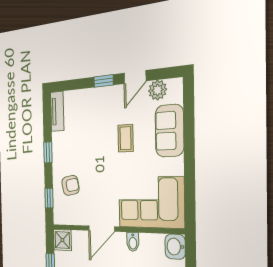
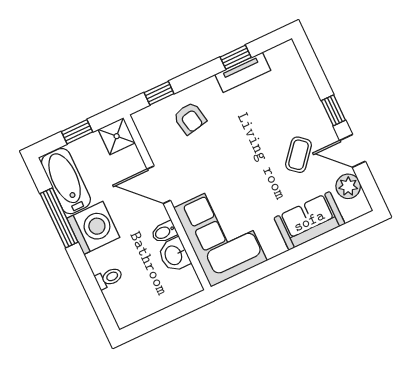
tv unit: (57, 111) -> (243, 72), moved
coffee table: (126, 138) -> (299, 155), moved, turned -50
window: (48, 152) -> (236, 57), moved
washbasin: (175, 247) -> (174, 255), moved, turned -90

